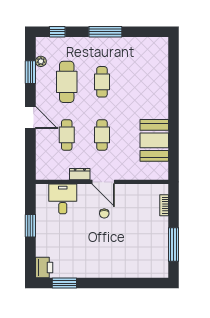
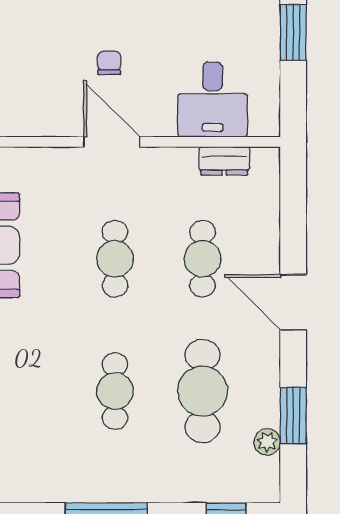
dresser: (80, 174) -> (224, 161), moved

